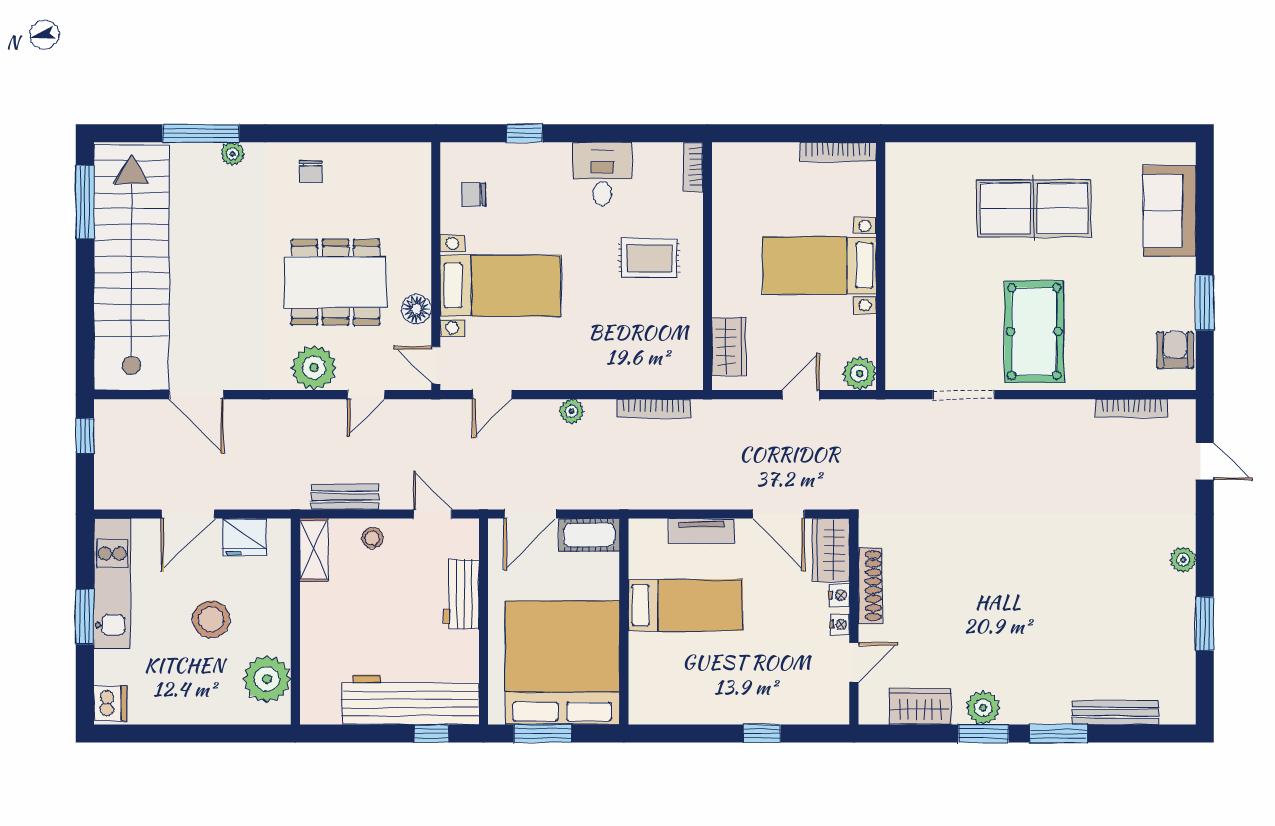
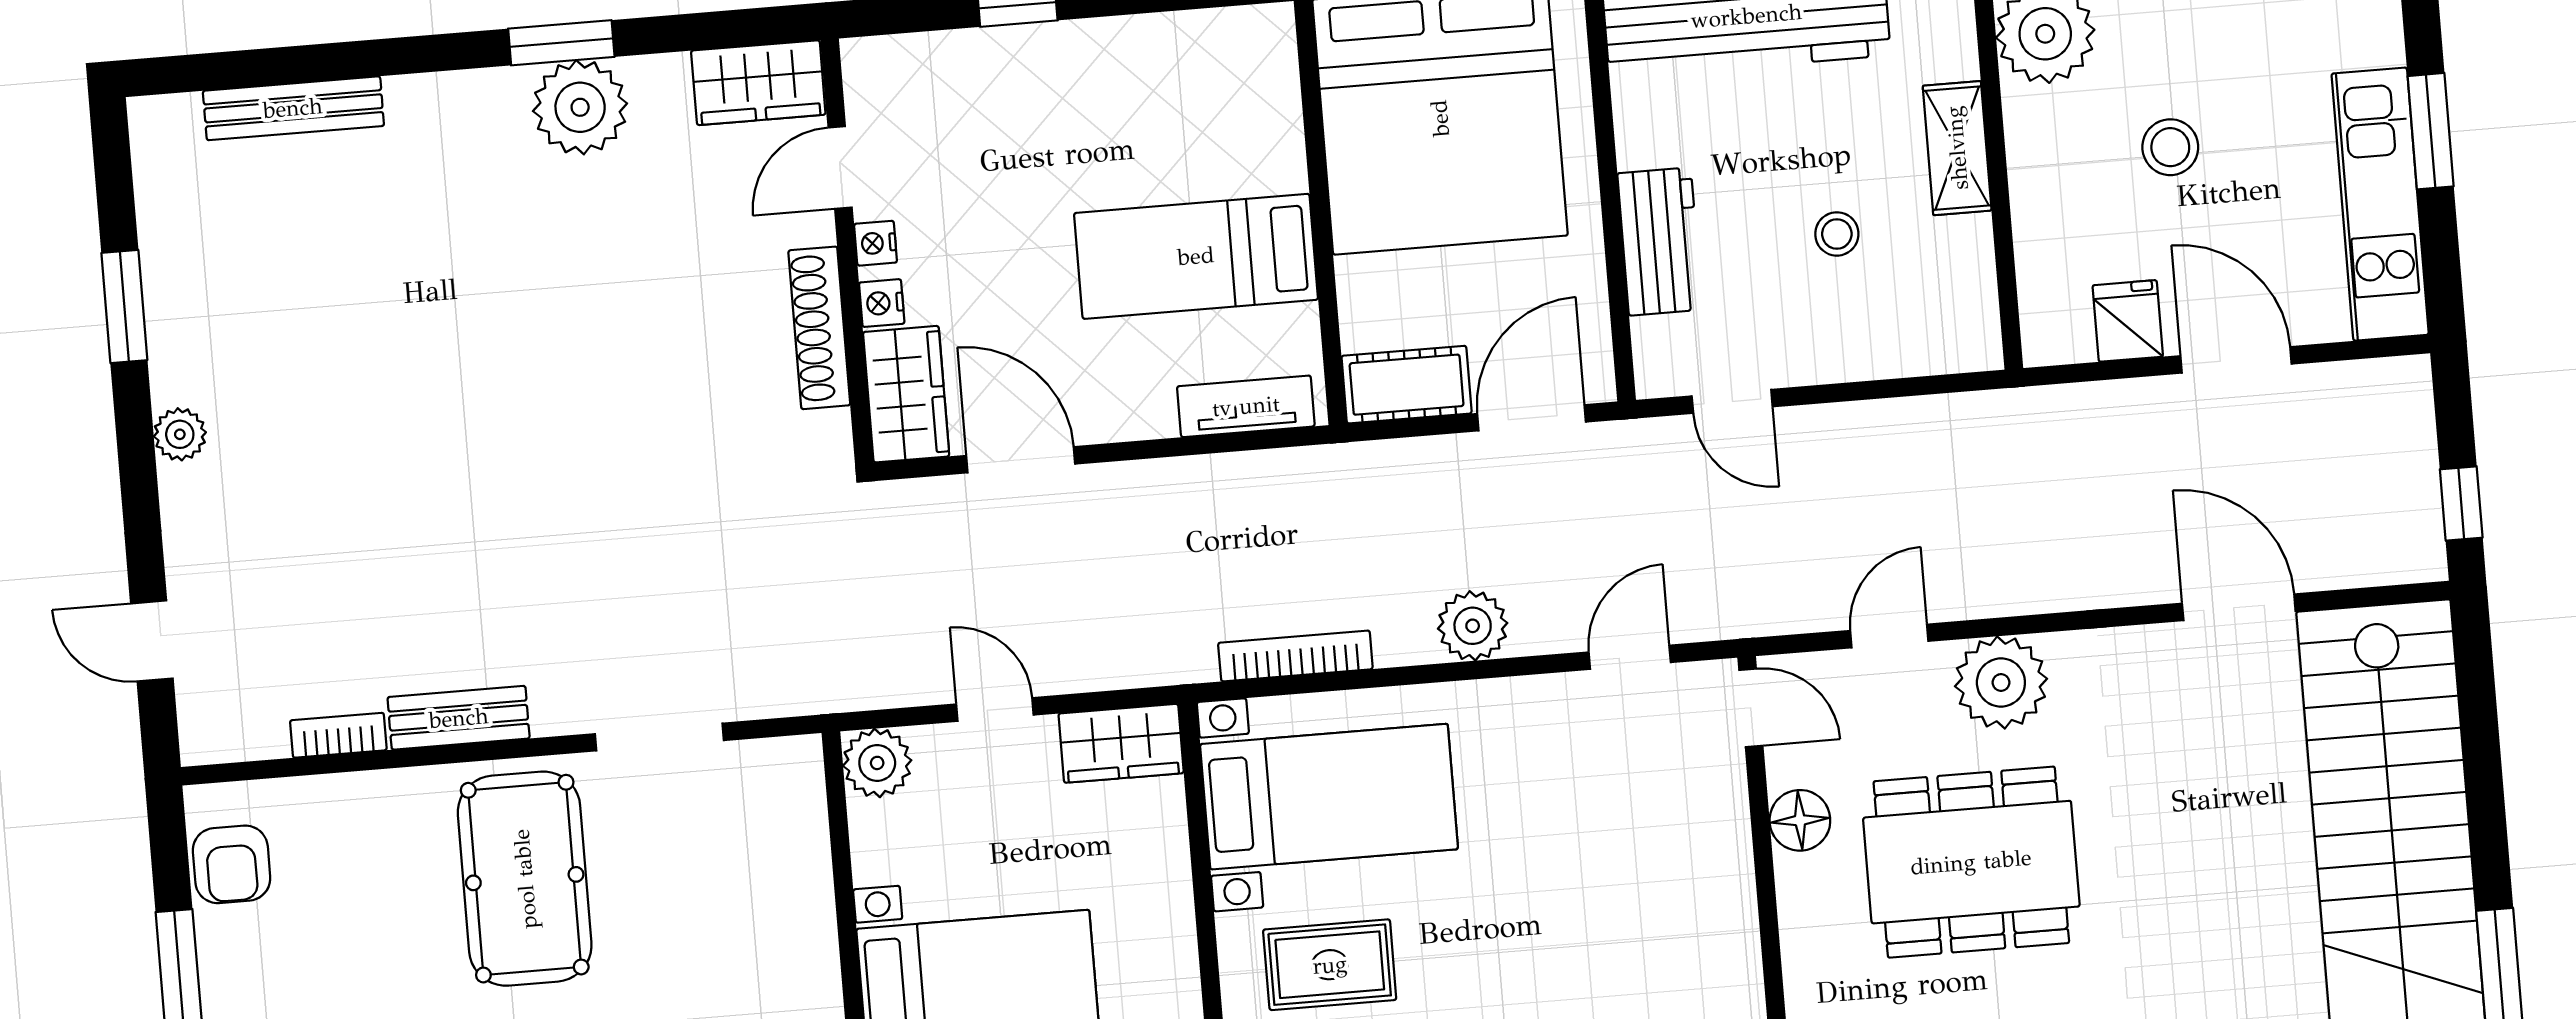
bed with nightstands: (500, 286) -> (1329, 797), moved, turned 180
wardrobe: (729, 347) -> (1121, 743), moved, turned -90
door: (801, 395) -> (995, 709), swing flipped
bookcase: (1131, 408) -> (338, 735), width x0.64
plant: (571, 411) -> (1473, 626), width x1.38, depth x1.38
bench: (345, 497) -> (459, 718), moved
door: (188, 514) -> (2236, 360), hinge flipped
tv unit: (702, 531) -> (1246, 406), moved
fridge: (245, 537) -> (2128, 321), width x0.72
stool: (372, 538) -> (1837, 234), moved
shelving: (314, 550) -> (1957, 148), moved
stool: (211, 619) -> (2170, 147), width x0.73, depth x0.73
wardrobe: (920, 706) -> (758, 83), moved
plant: (983, 708) -> (580, 107), width x1.36, depth x1.36
window: (1058, 734) -> (407, 55), removed

